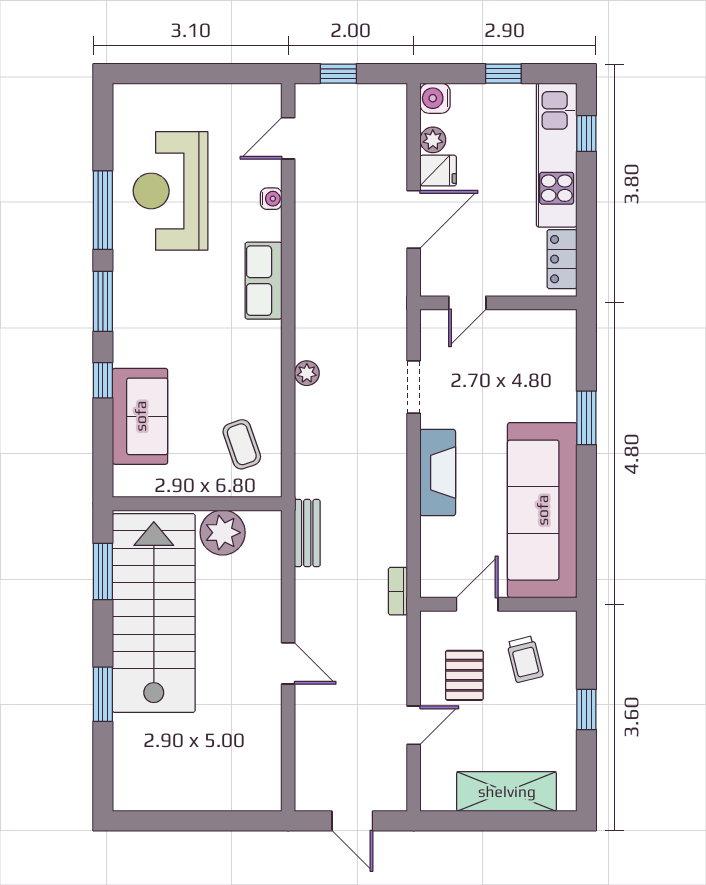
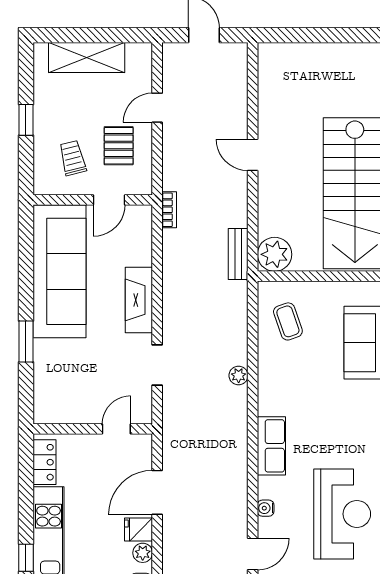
plant: (223, 533) -> (275, 254), moved

